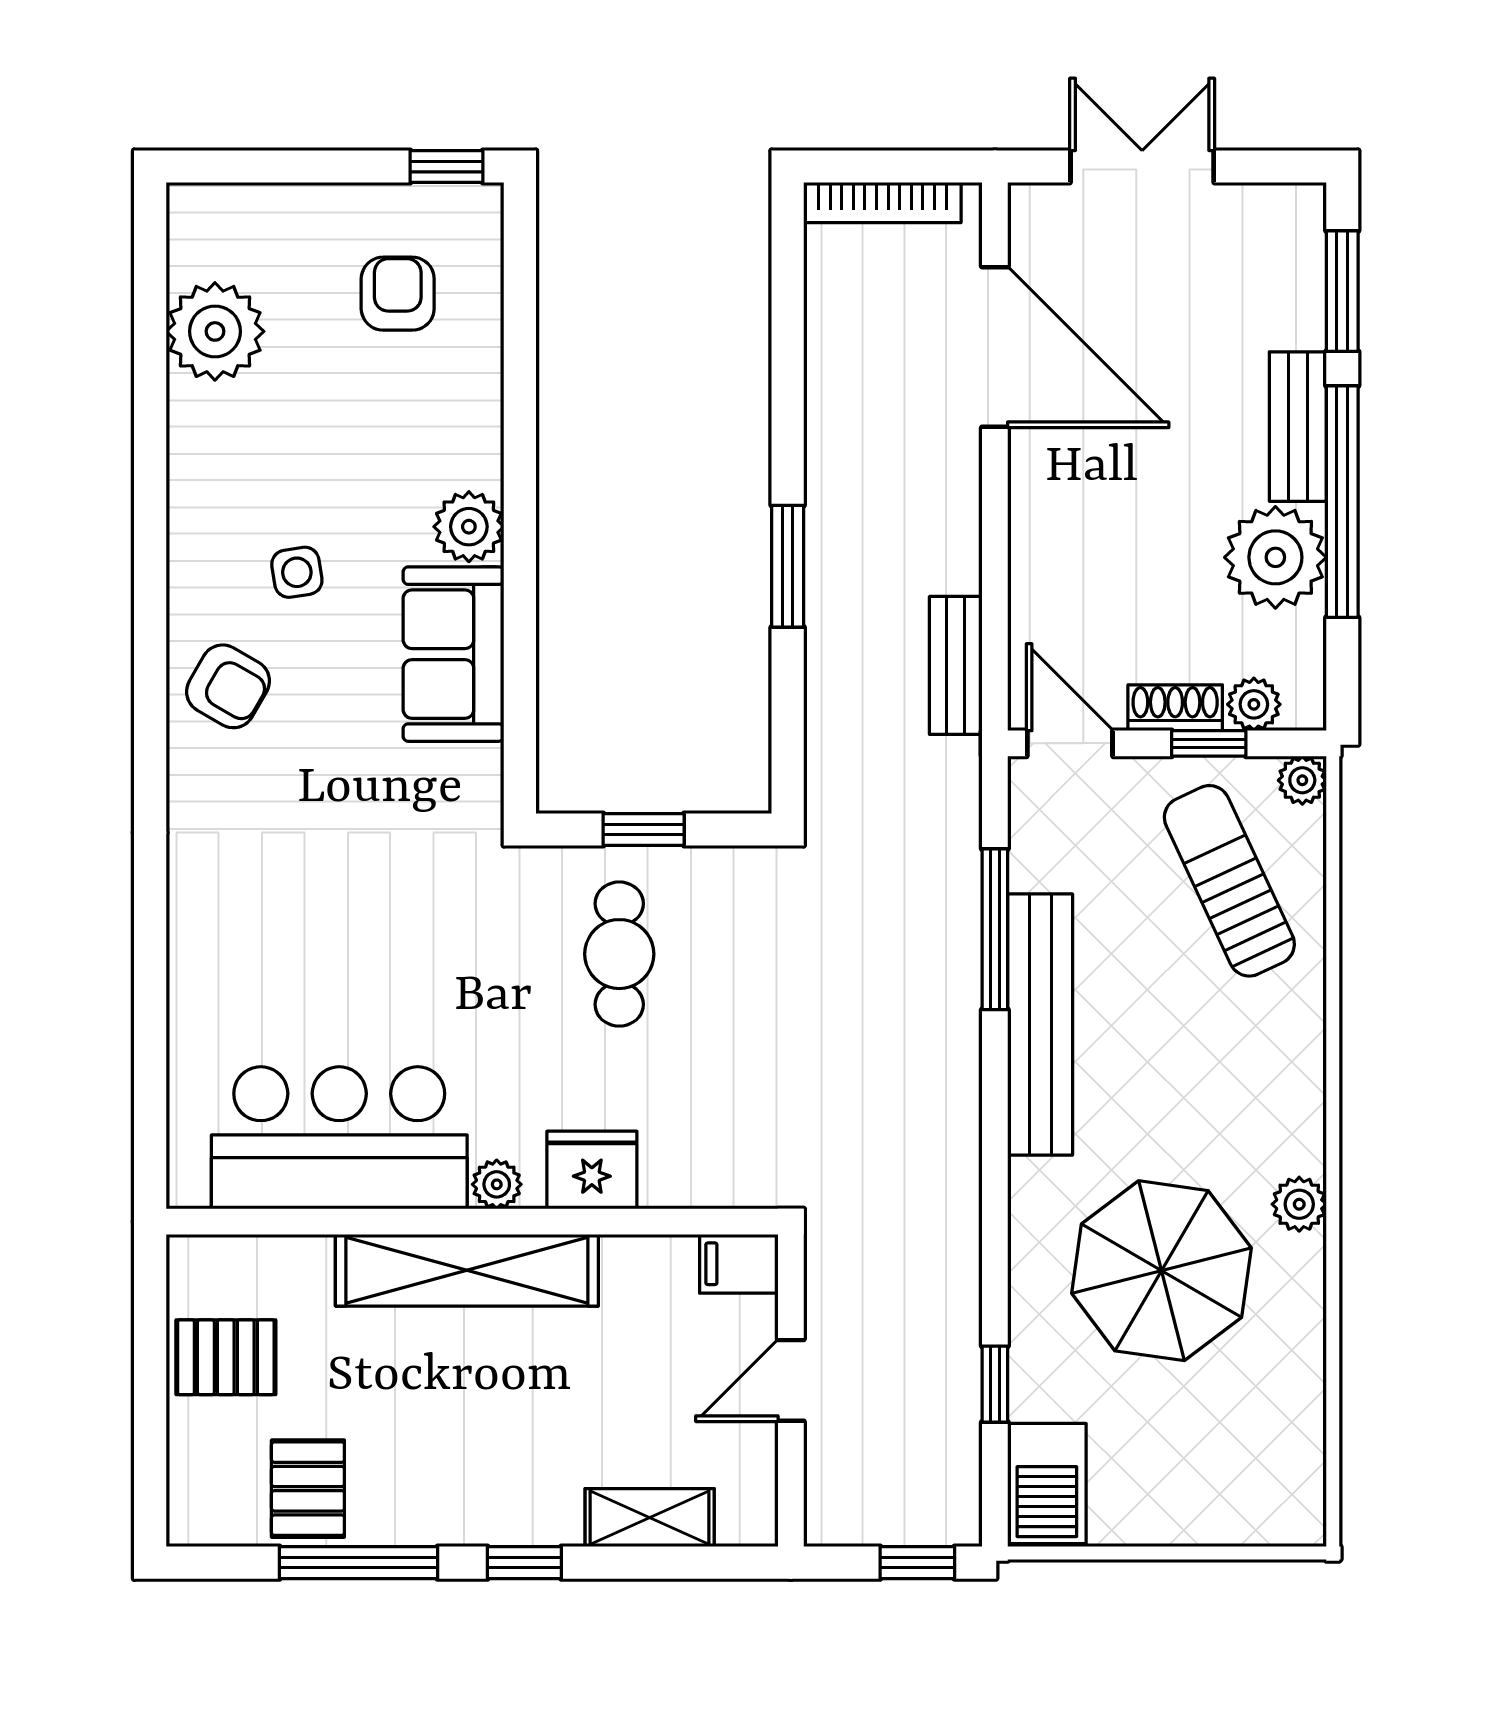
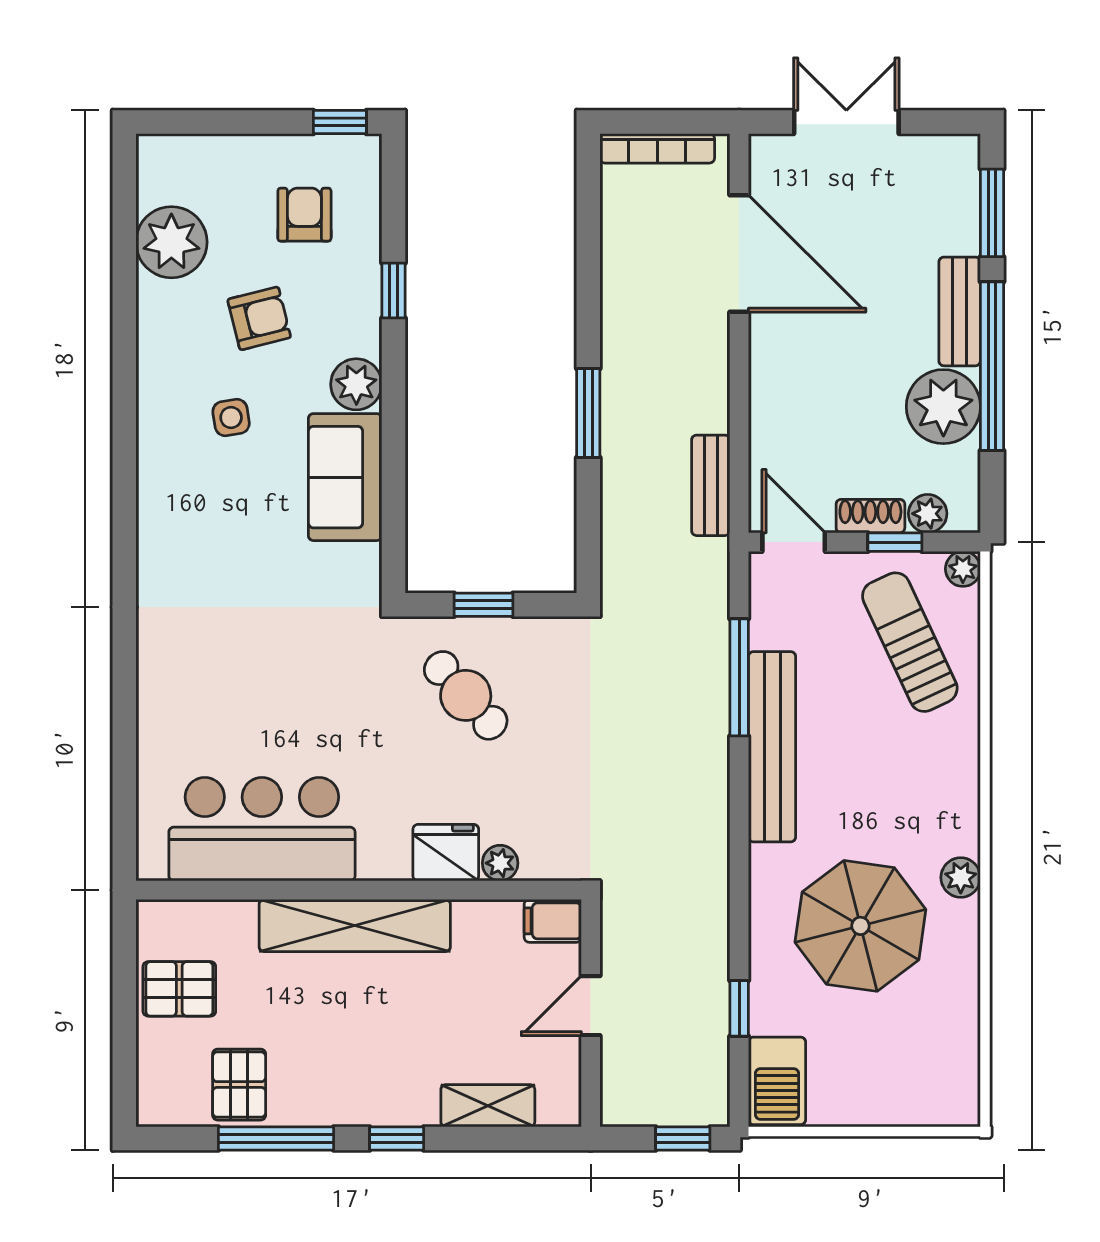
window: (520, 398) -> (393, 290), added
armchair: (228, 686) -> (259, 318), moved, turned -44
cafe table: (619, 954) -> (466, 695), turned -42
plant: (497, 1184) -> (500, 863), moved

